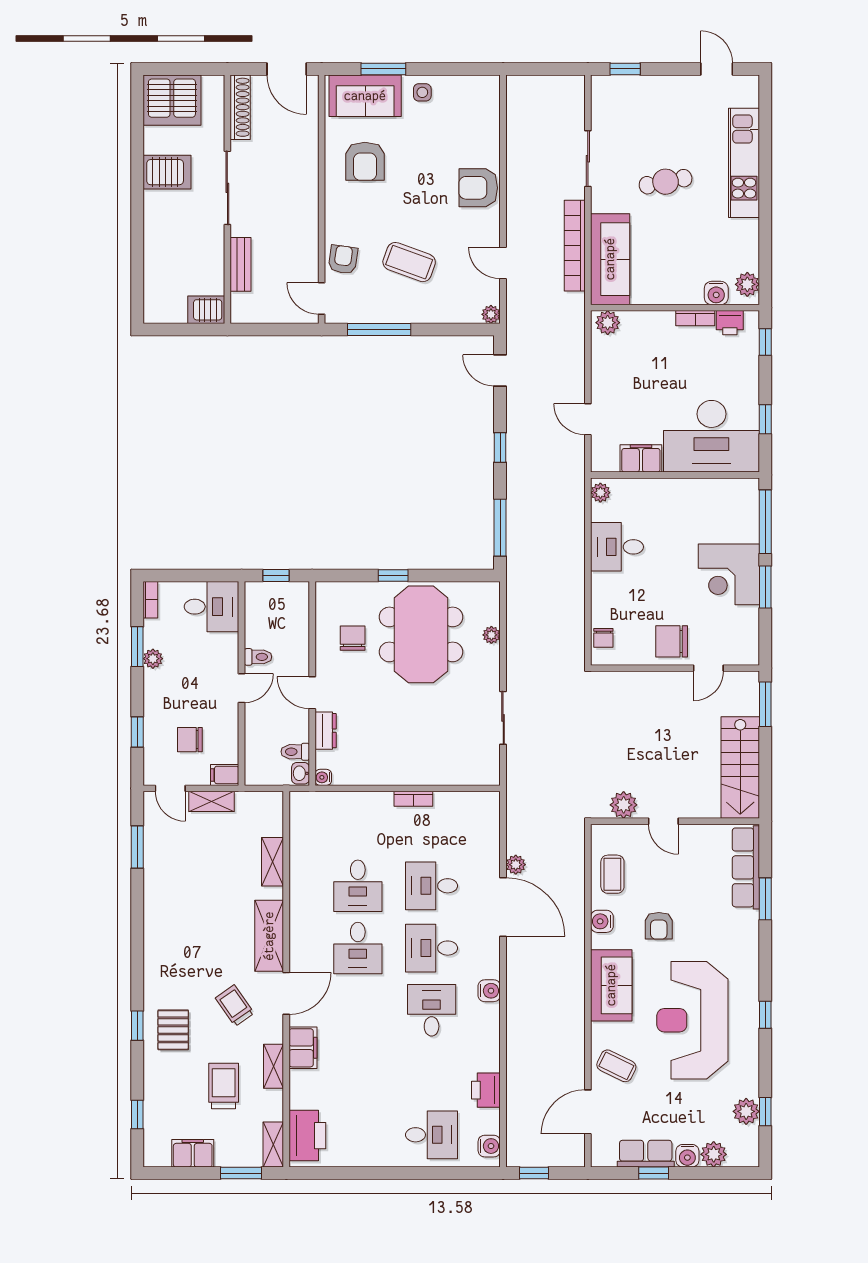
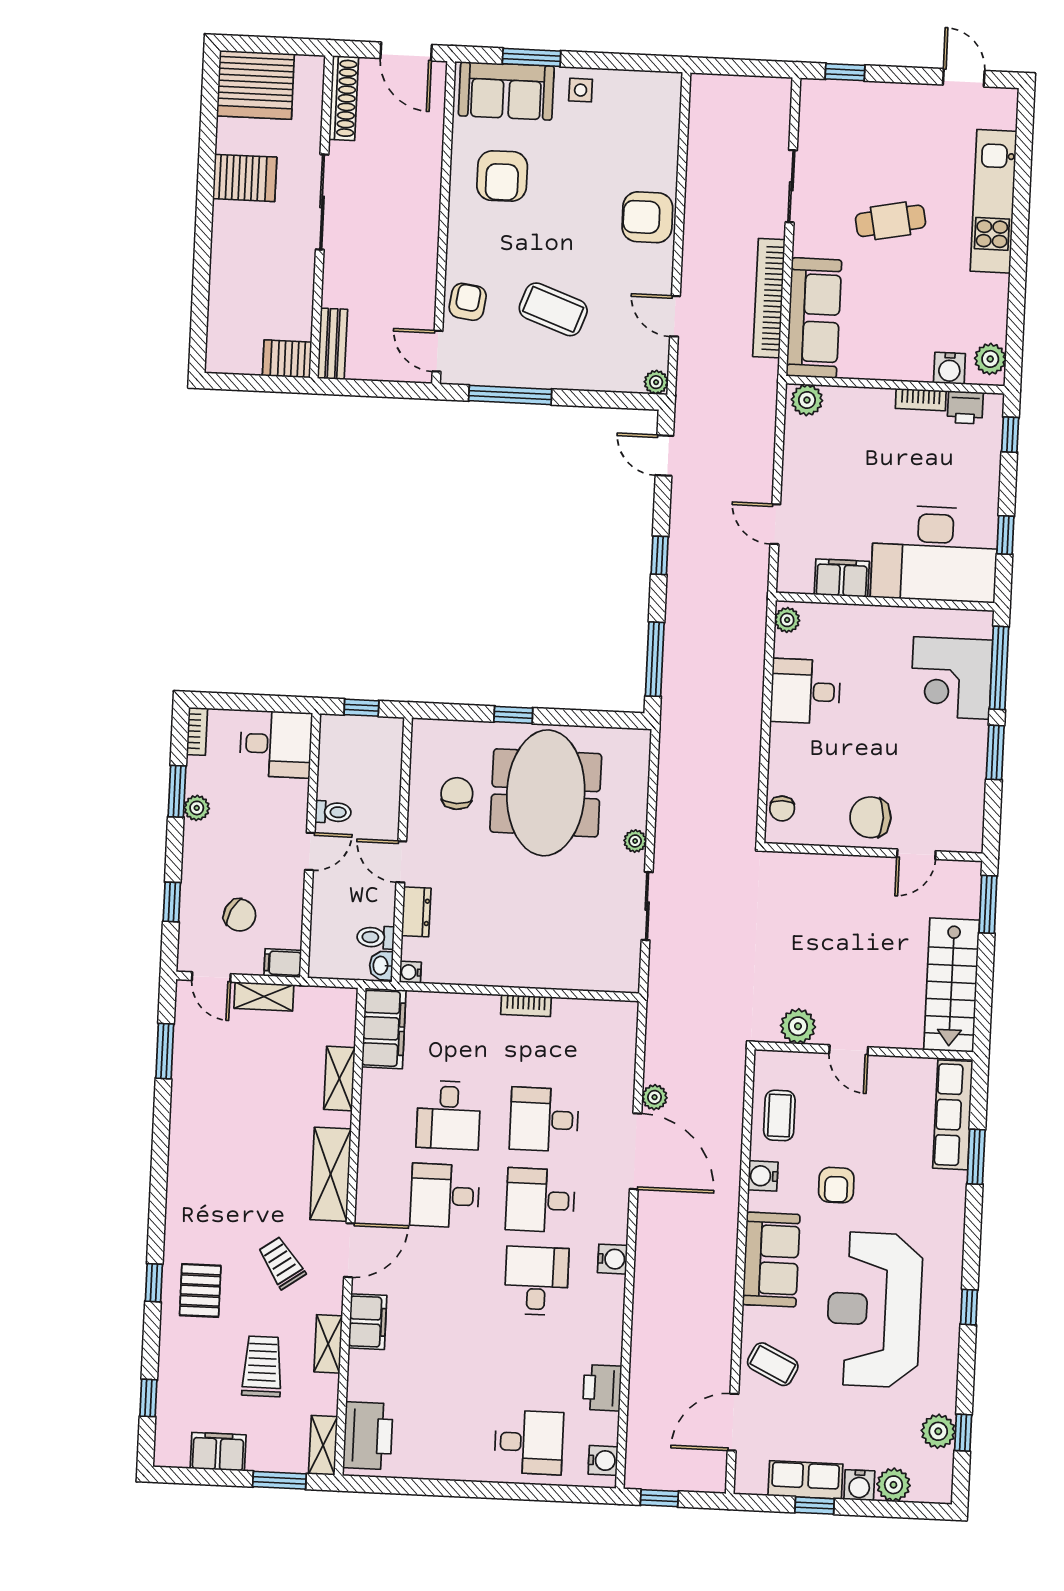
bench: (241, 264) -> (333, 344), moved
corner desk: (729, 574) -> (951, 678), moved
plant: (491, 635) -> (635, 841), moved
chair: (190, 740) -> (240, 915), turned -153
filing cabinet: (305, 822) -> (384, 1028), added
desk: (358, 948) -> (445, 1196), turned 90

